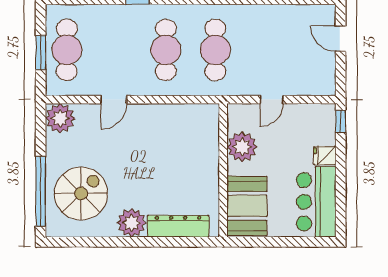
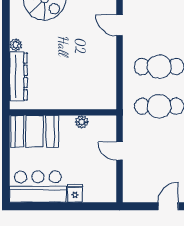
window: (341, 122) -> (102, 206), removed
plant: (242, 147) -> (82, 122), width x0.53, depth x0.53
plant: (132, 223) -> (16, 45), width x0.53, depth x0.53

